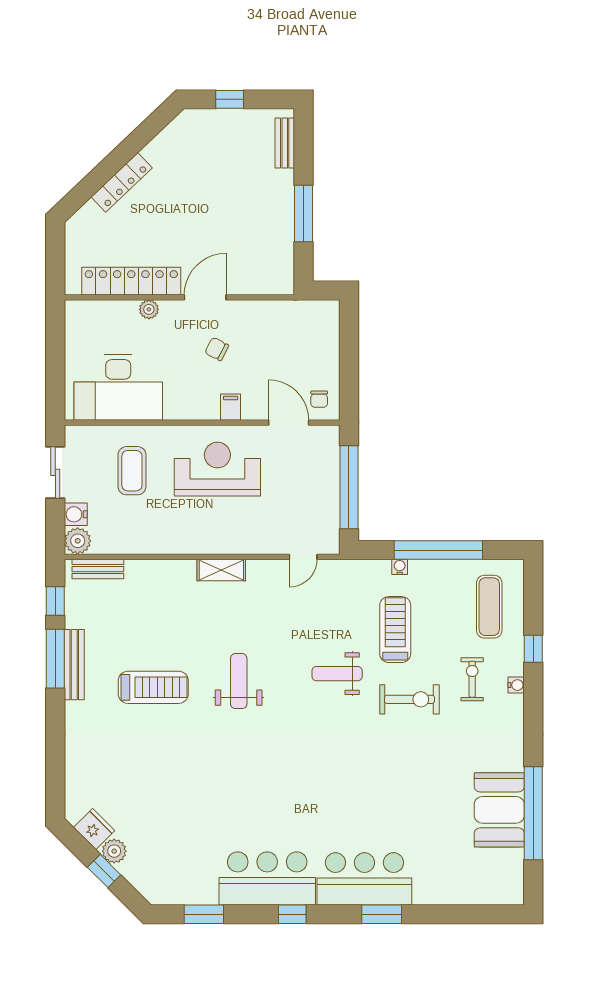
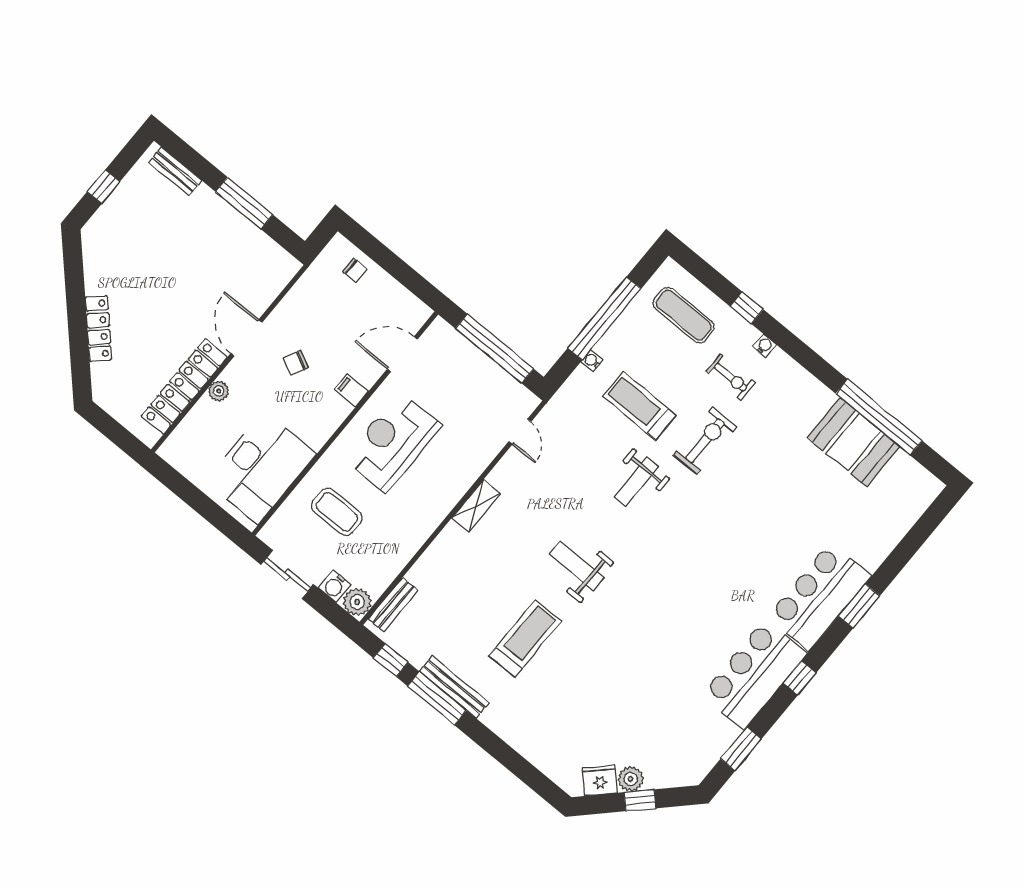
chair: (319, 399) -> (355, 270), moved
exercise bike: (472, 679) -> (731, 377), turned 180

